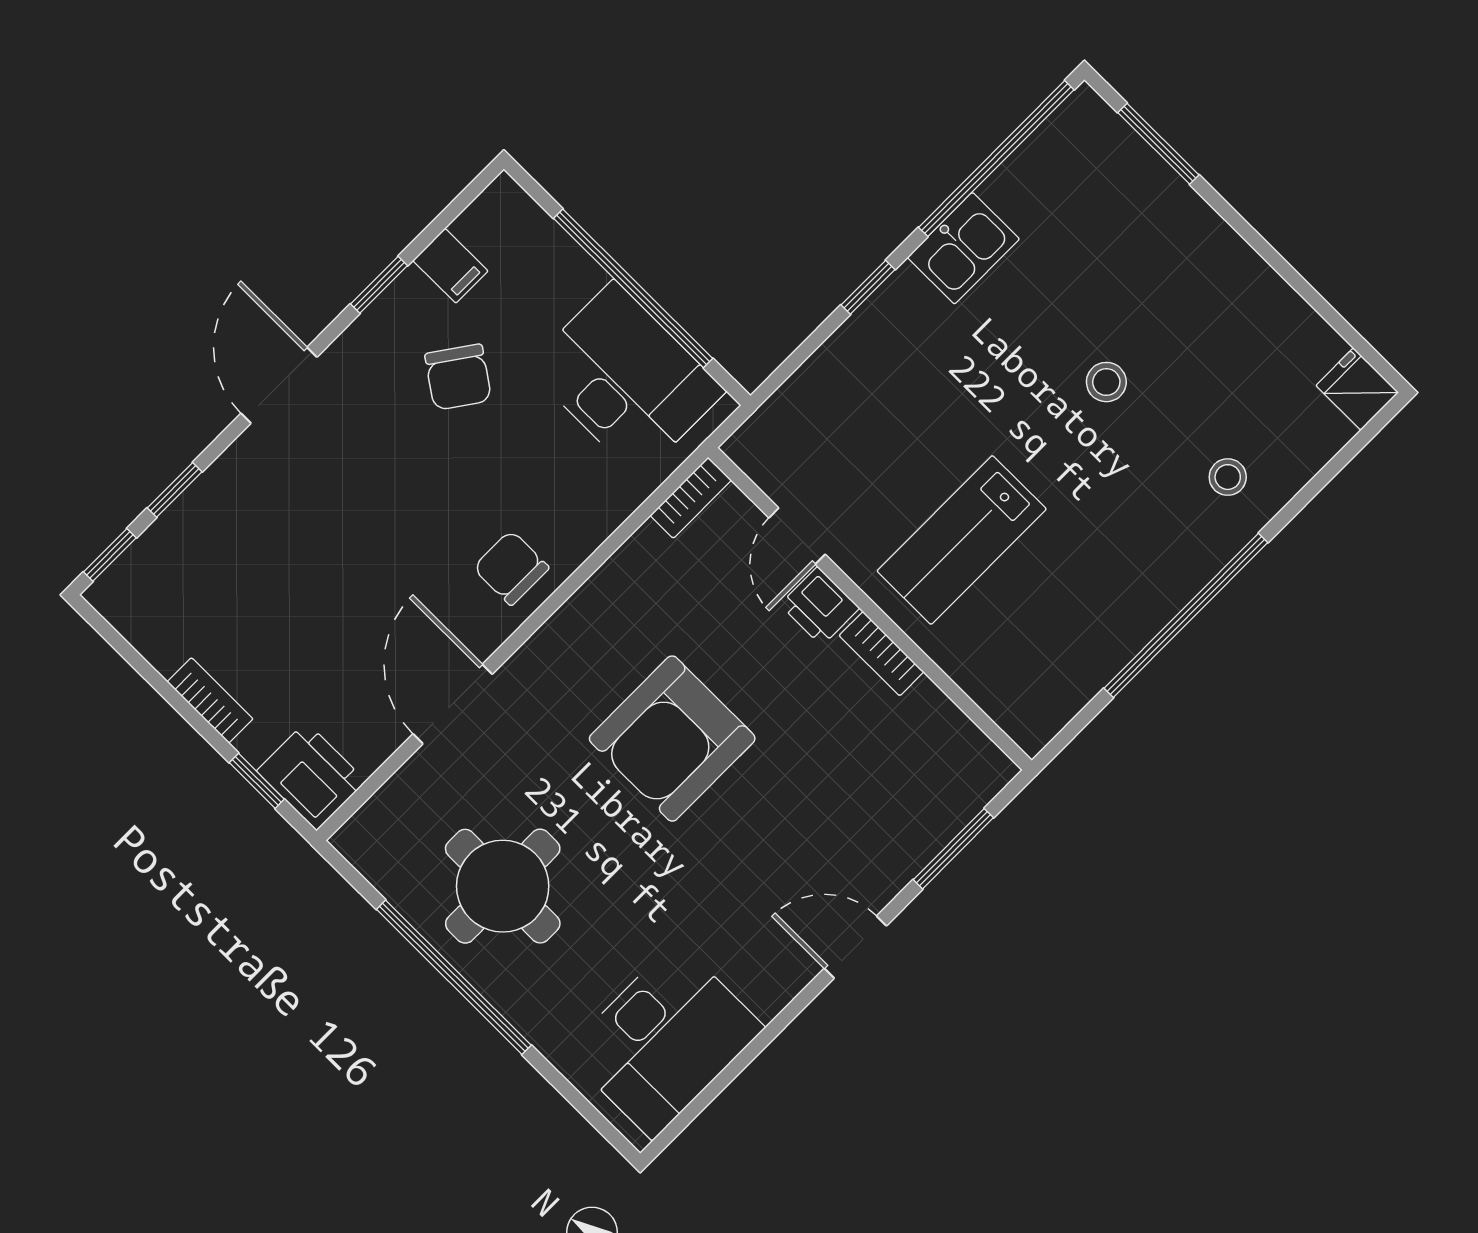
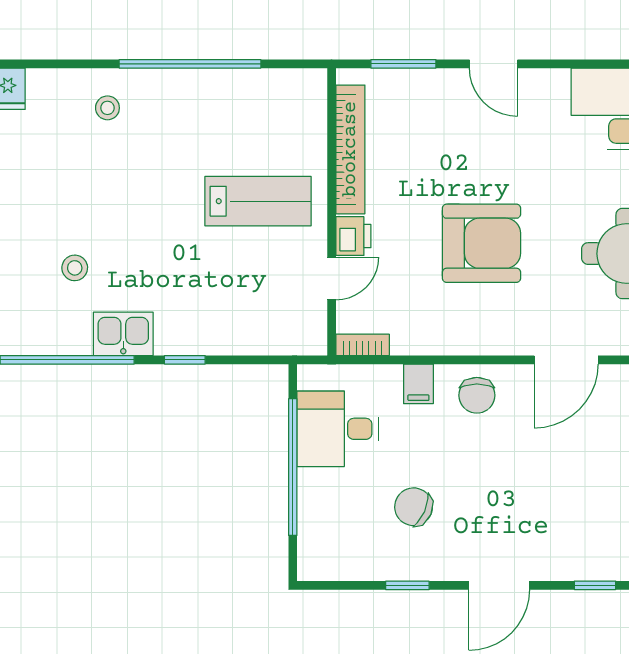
filing cabinet: (450, 266) -> (418, 384), moved, turned 180
chair: (458, 377) -> (414, 507), turned -101
desk: (626, 379) -> (338, 429), width x0.73
stool: (1106, 382) -> (75, 268), moved
bookcase: (881, 654) -> (350, 149), width x2.31, depth x1.31

